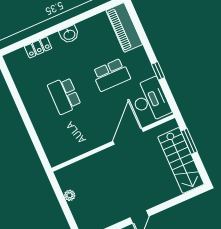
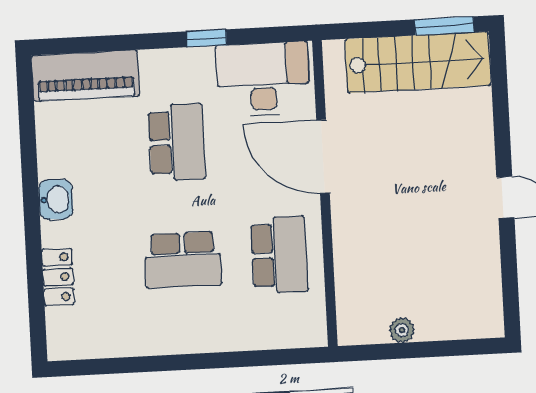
school desk: (81, 134) -> (279, 255), added
window: (189, 141) -> (444, 26), moved

